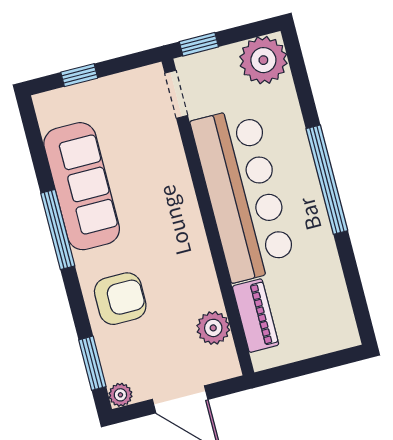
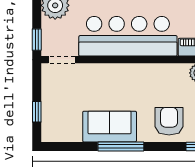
sofa: (82, 186) -> (110, 127), width x0.73

